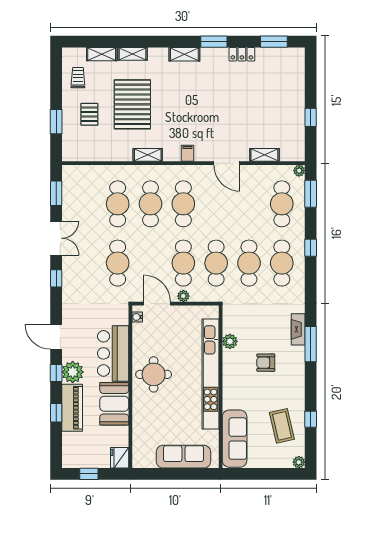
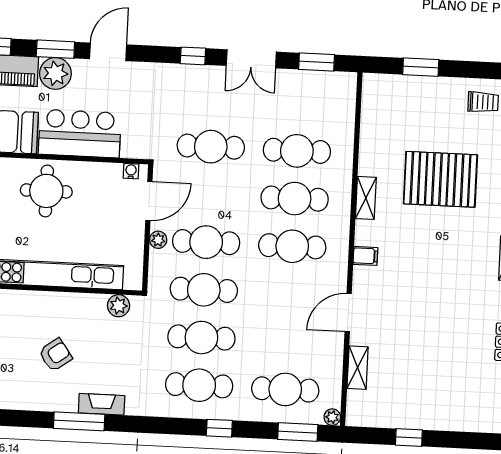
pallet: (89, 114) -> (429, 116), removed
plant: (230, 341) -> (119, 306), moved
armchair: (266, 363) -> (55, 355), turned 54
window: (56, 373) -> (55, 49), width x1.50

